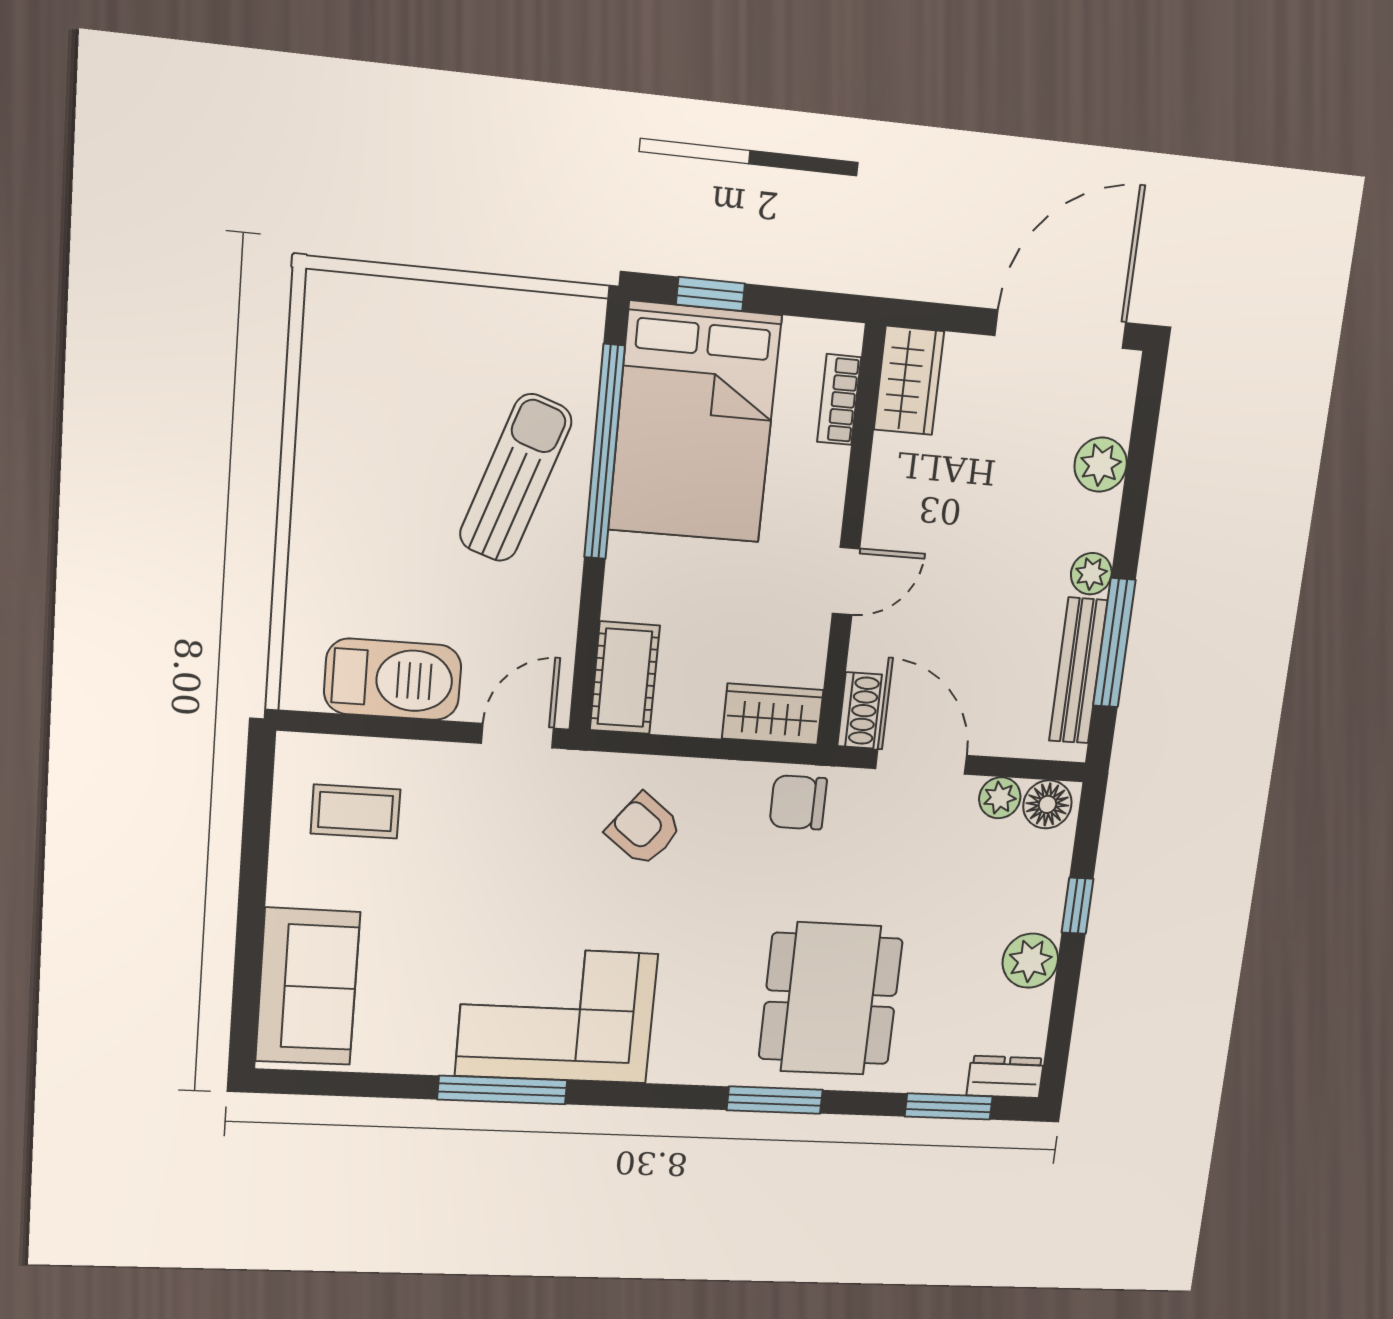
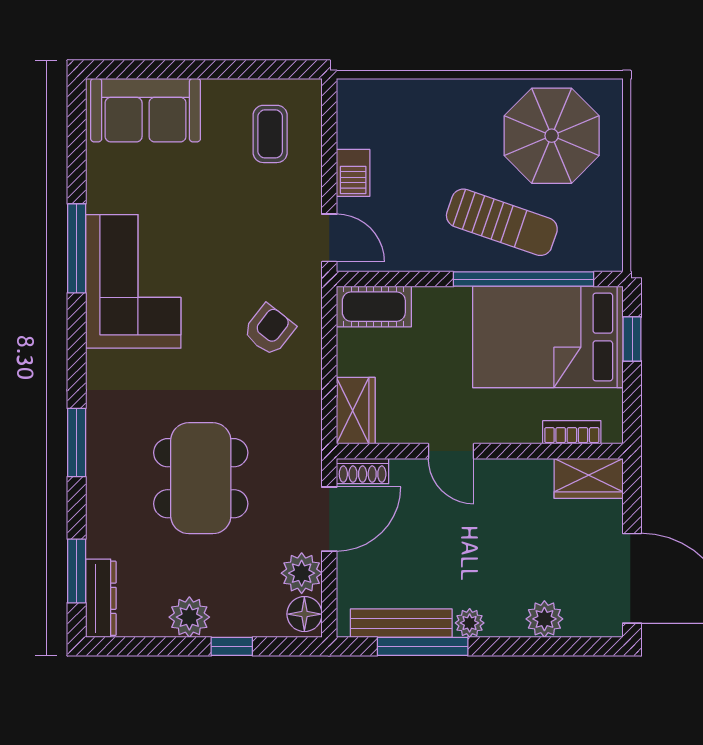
parasol: (388, 389) -> (552, 136), added
barbecue: (393, 679) -> (353, 173), width x0.53, depth x0.65
plant: (1000, 798) -> (302, 573), width x1.38, depth x1.38
chair: (798, 802) -> (295, 435), removed
dining table: (831, 999) -> (201, 478), moved, turned 90
dresser: (1005, 1077) -> (101, 598), width x1.44

